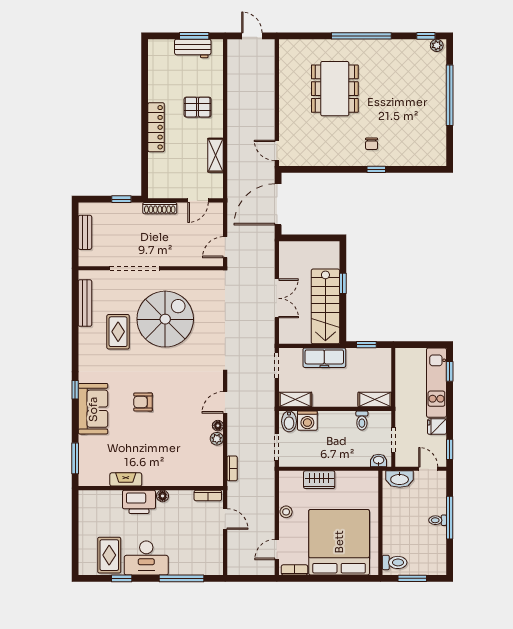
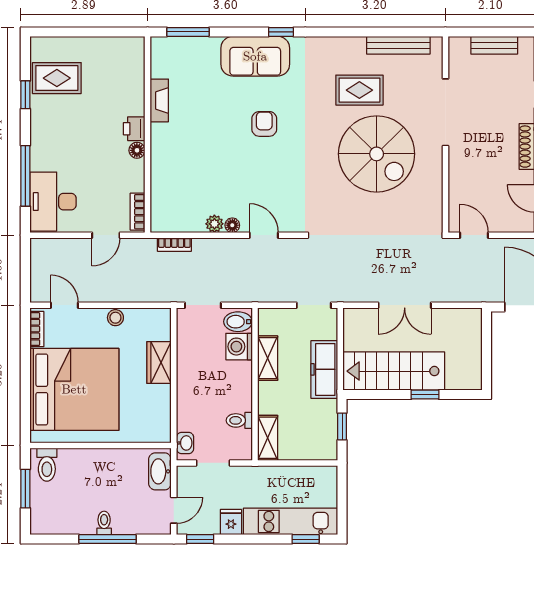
shelving: (295, 400) -> (268, 358), moved
printer: (139, 502) -> (134, 129), width x0.53, depth x0.68
desk: (146, 558) -> (53, 202), moved

